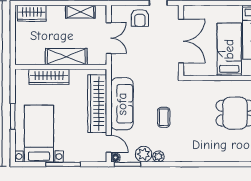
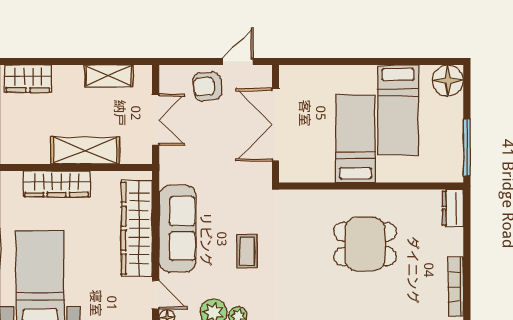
armchair: (140, 18) -> (207, 86), turned 85
double door: (181, 41) -> (276, 125), swing flipped

